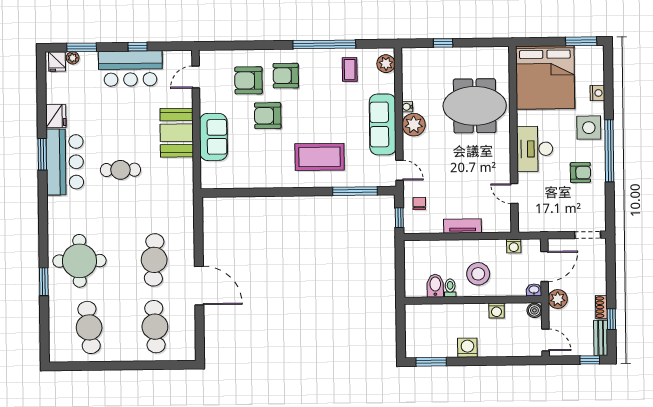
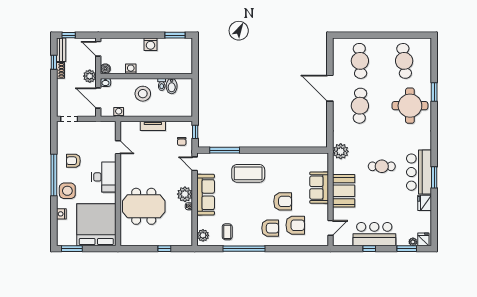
plant: (182, 191) -> (341, 151), added
door: (545, 266) -> (98, 98), hinge flipped

